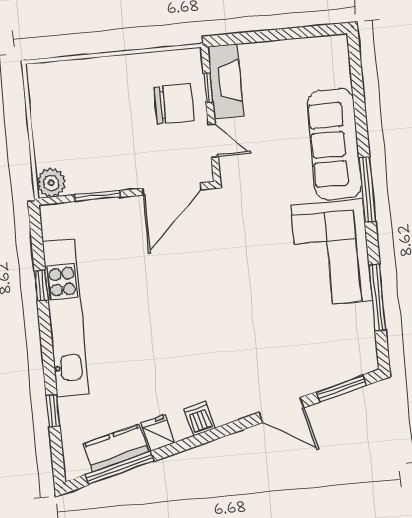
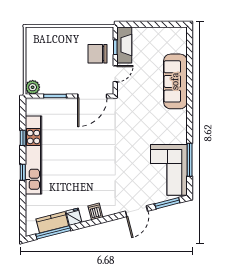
chair: (174, 104) -> (97, 54), turned 180
door: (213, 140) -> (115, 74), hinge flipped
window: (367, 189) -> (190, 105), removed
corner sofa: (332, 253) -> (169, 170), moved
door: (282, 410) -> (137, 211), hinge flipped
window: (53, 411) -> (23, 172), moved

